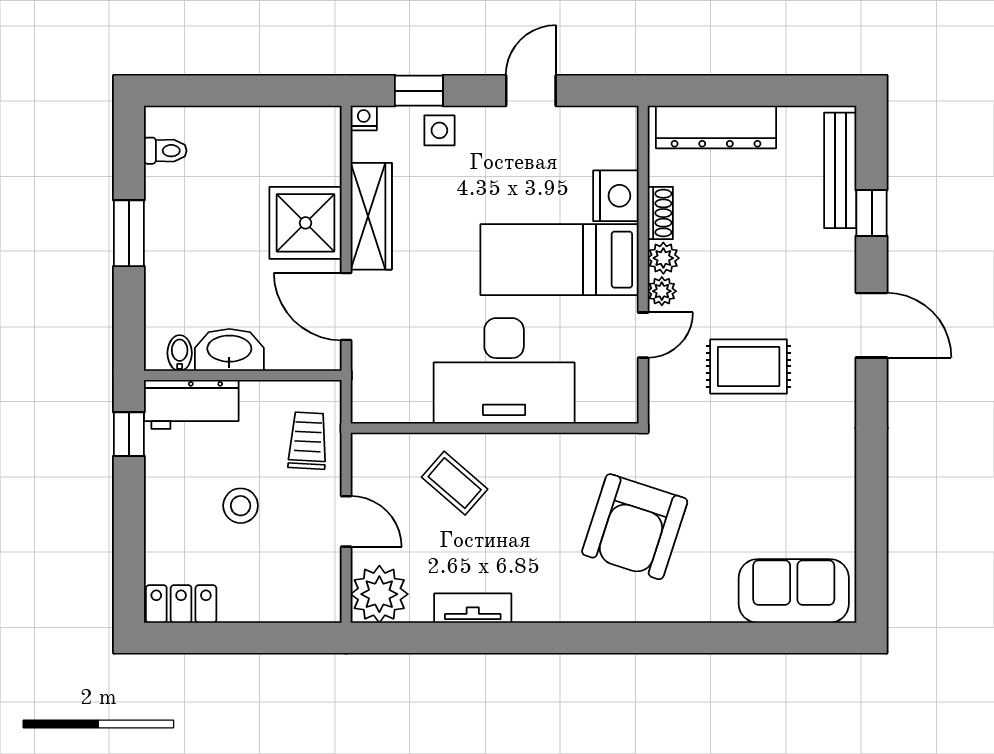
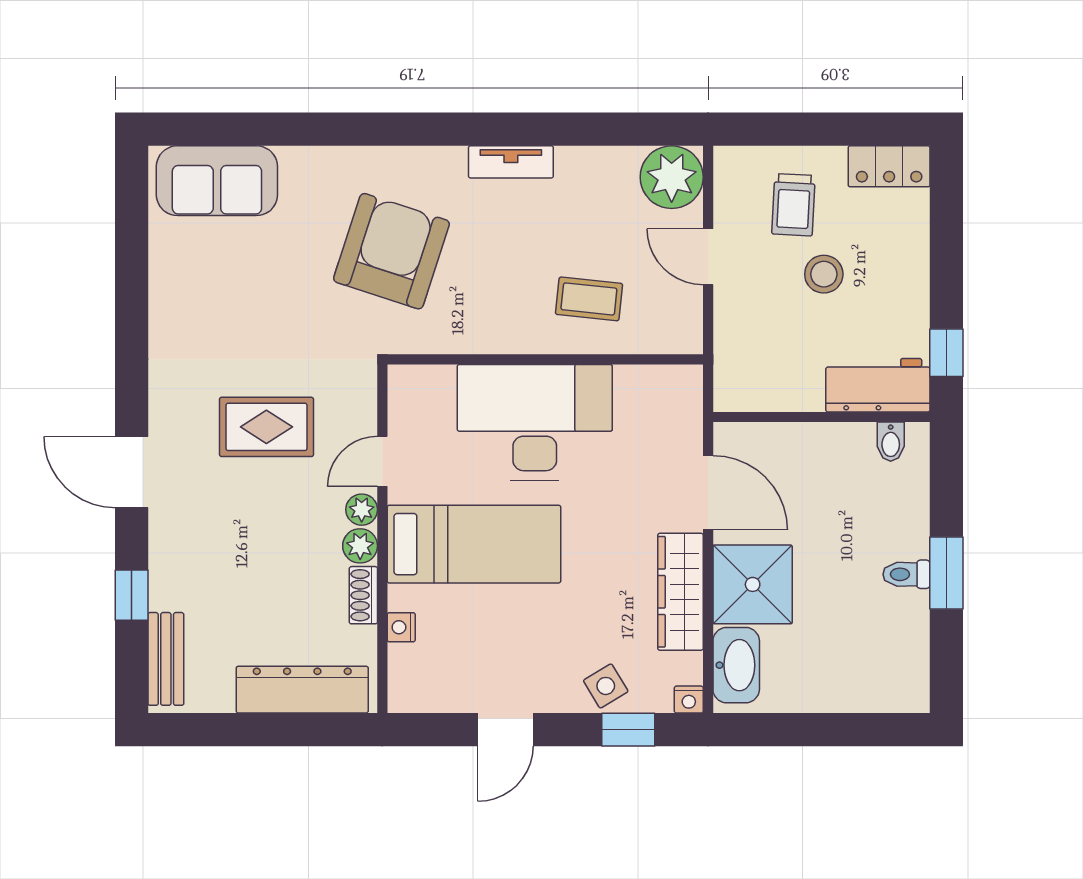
side table: (439, 130) -> (606, 686), turned -31
toilet: (165, 151) -> (906, 574), moved
bench: (840, 170) -> (166, 659), width x0.73
nightstand: (616, 196) -> (401, 627), width x0.53, depth x0.56
washbasin: (229, 350) -> (736, 665), moved, turned -90
trolley: (308, 441) -> (793, 205), moved
coffee table: (455, 483) -> (589, 299), turned -35
tv unit: (473, 608) -> (511, 162), moved

